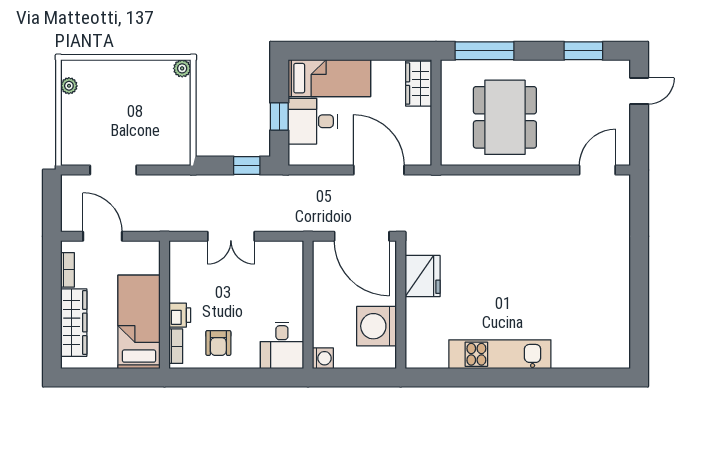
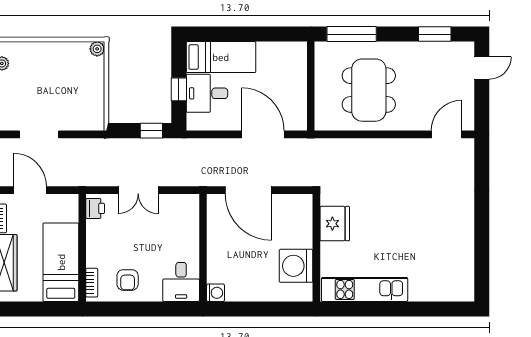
wardrobe: (419, 84) -> (296, 62), removed
fridge: (423, 276) -> (335, 224), moved
wall: (401, 305) -> (316, 248), moved
printer: (180, 315) -> (95, 208), moved
washing machine: (376, 326) -> (296, 266), moved

